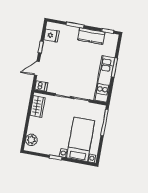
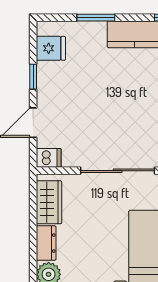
dresser: (33, 125) -> (46, 243), added

